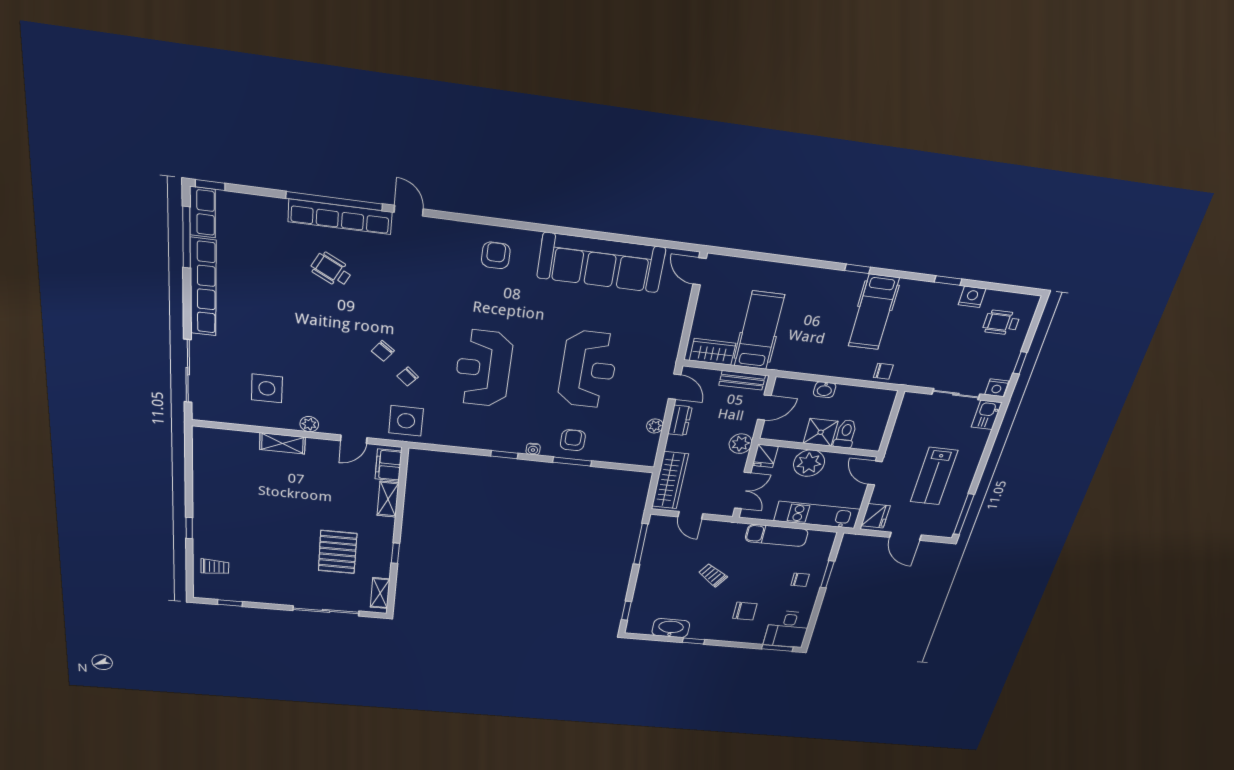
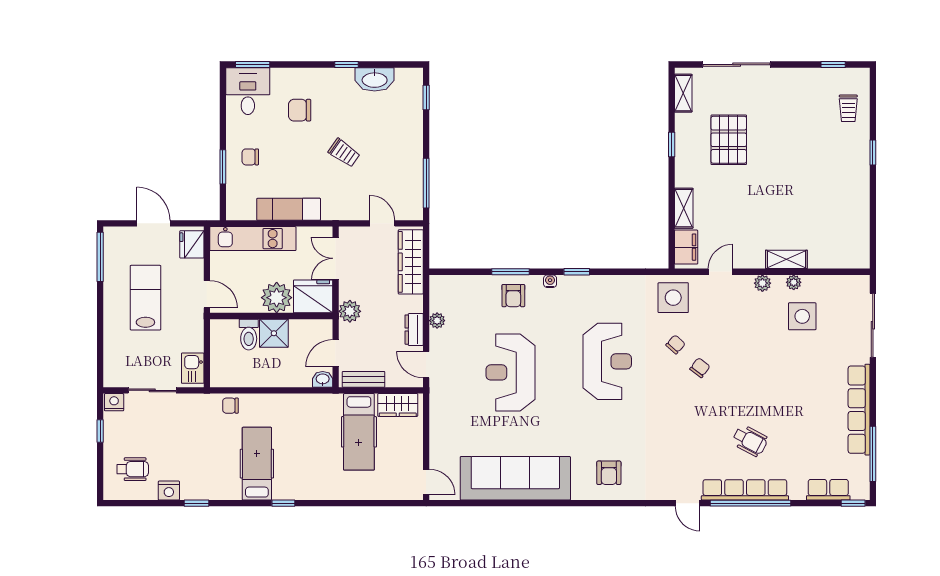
row of seats: (203, 212) -> (828, 490), moved, turned 90
washbasin: (825, 390) -> (323, 379), moved
kitchen sink: (987, 415) -> (193, 368), moved, turned 180
plant: (275, 421) -> (794, 282), added
fridge: (765, 456) -> (313, 296), width x1.88, depth x1.34
trolley: (215, 567) -> (848, 108), turned -90

